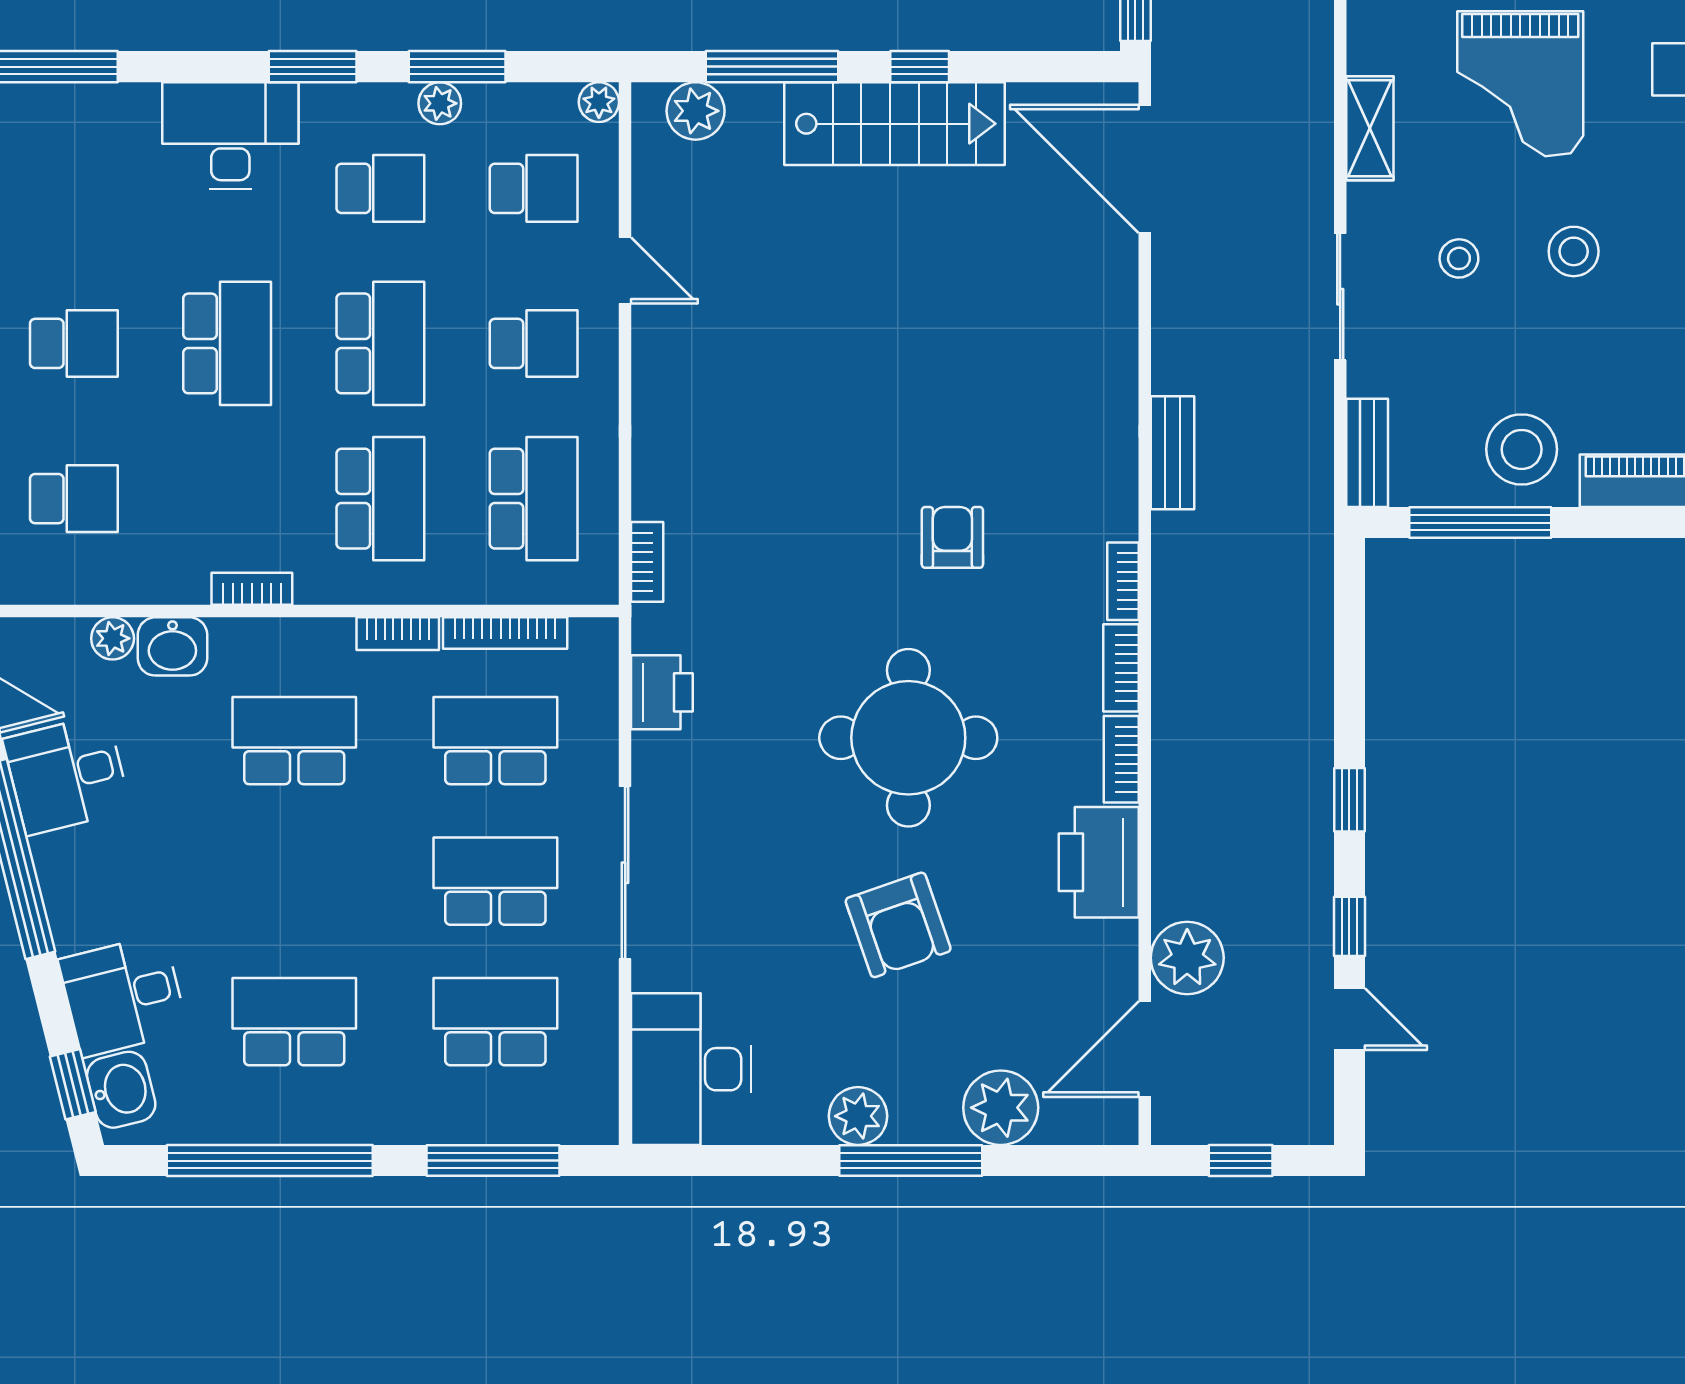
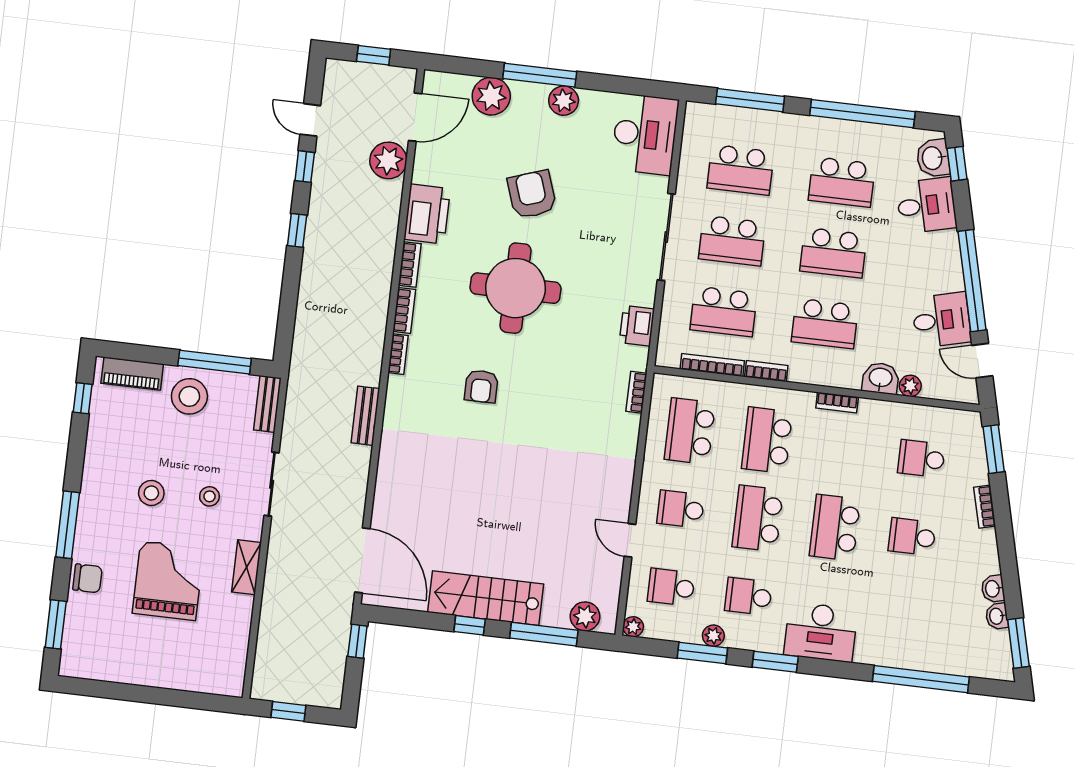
school desk: (294, 881) -> (833, 253), added

